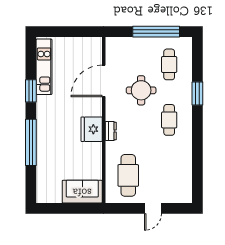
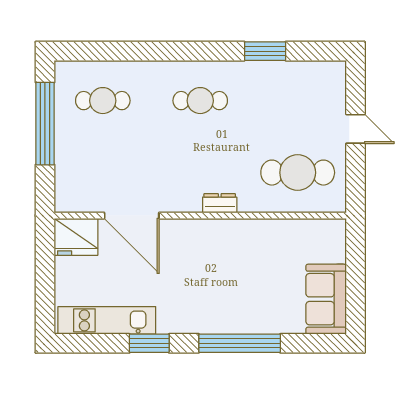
round table: (141, 90) -> (148, 150), removed
window: (197, 93) -> (265, 51), moved
fridge: (92, 129) -> (76, 237), moved
sofa: (82, 192) -> (326, 299), moved

